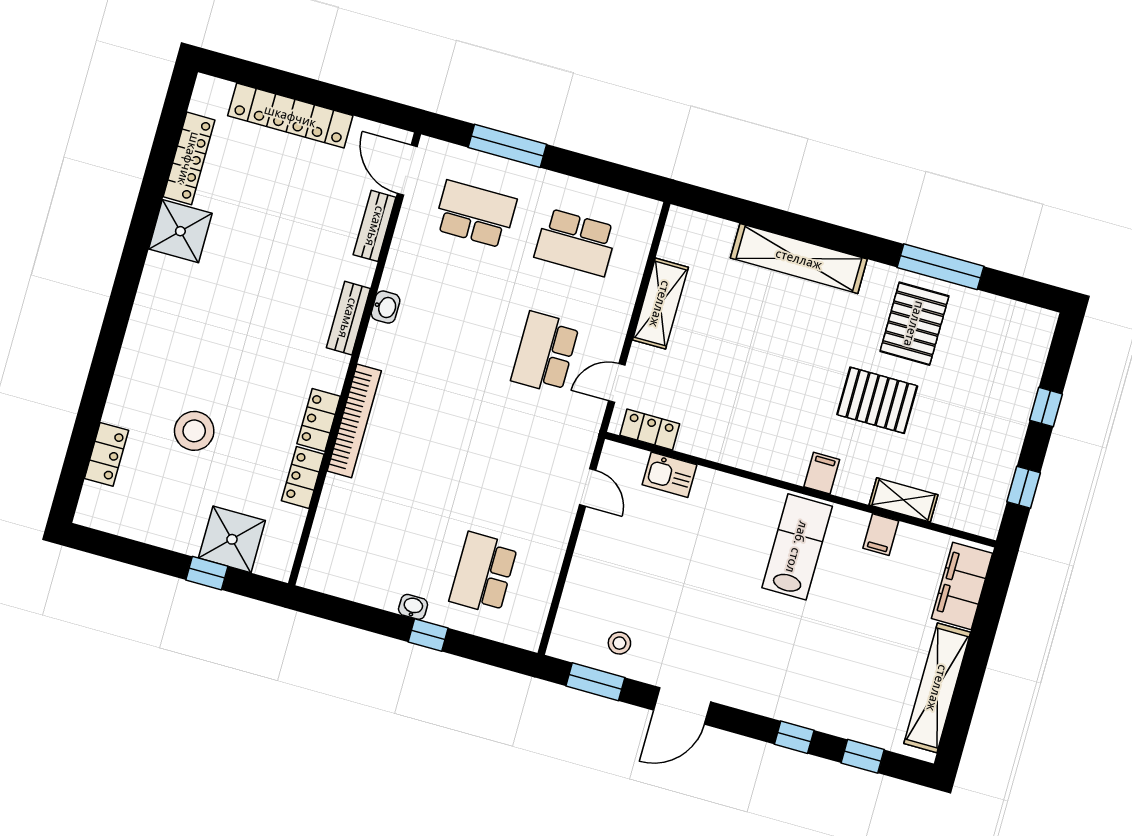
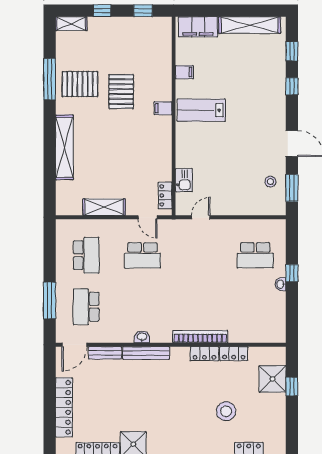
bench: (348, 318) -> (146, 353), width x1.36
shelving: (903, 500) -> (71, 24), moved, turned 90

